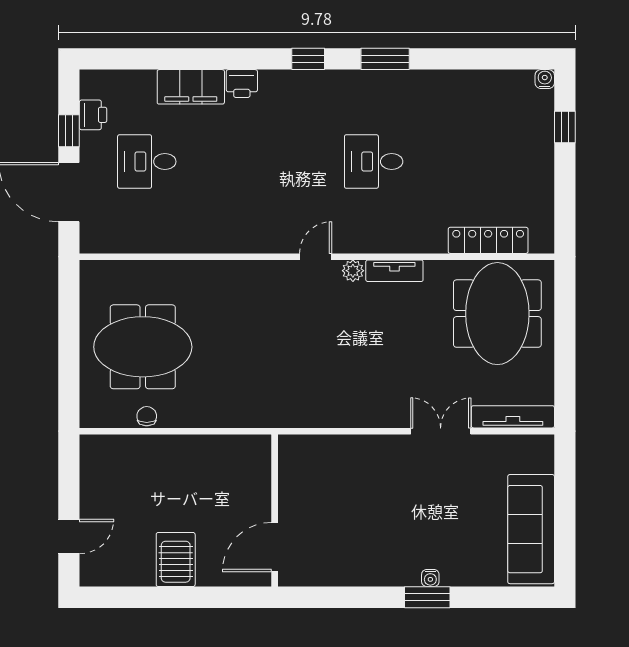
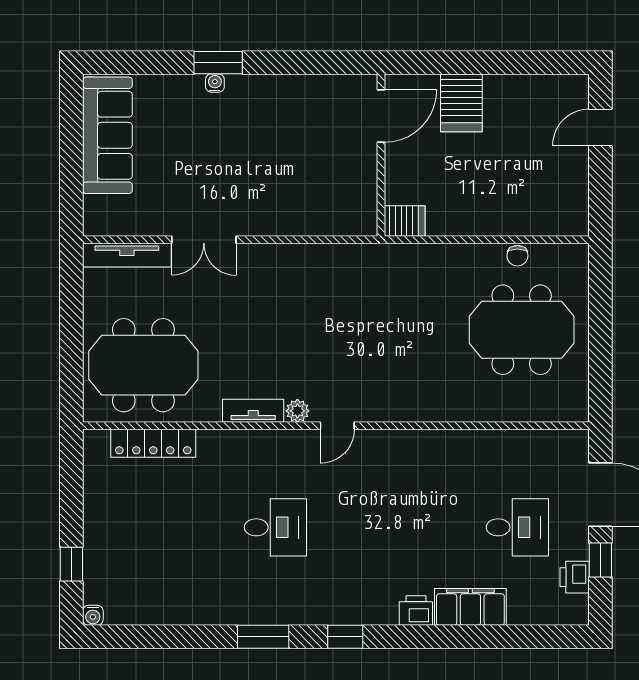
meeting table: (497, 314) -> (143, 365), turned 90
server rack: (252, 449) -> (405, 221), added
server rack: (176, 560) -> (461, 103), moved

